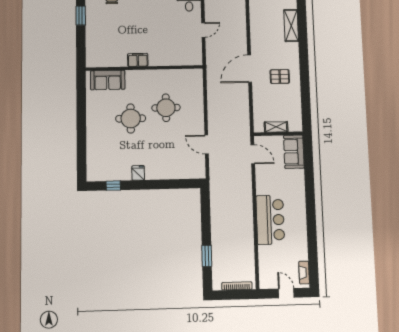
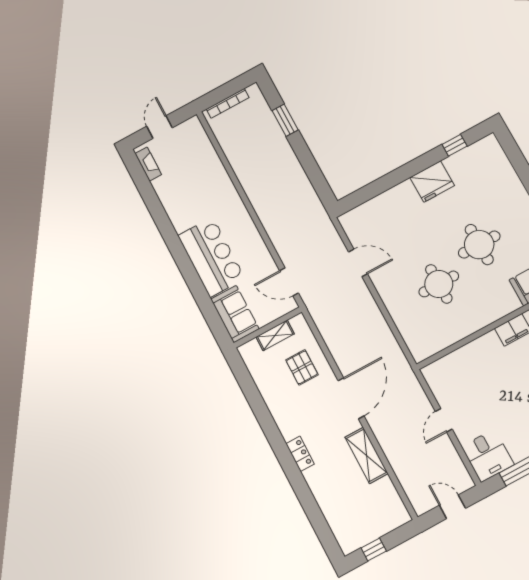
shelving: (291, 26) -> (366, 455), moved
locker: (294, 52) -> (300, 454), added
pallet: (280, 77) -> (302, 367), moved, turned 90
fridge: (138, 173) -> (432, 181), width x1.88, depth x1.34
bar counter: (270, 220) -> (211, 257), moved, turned 180
door: (286, 293) -> (160, 127), swing flipped

